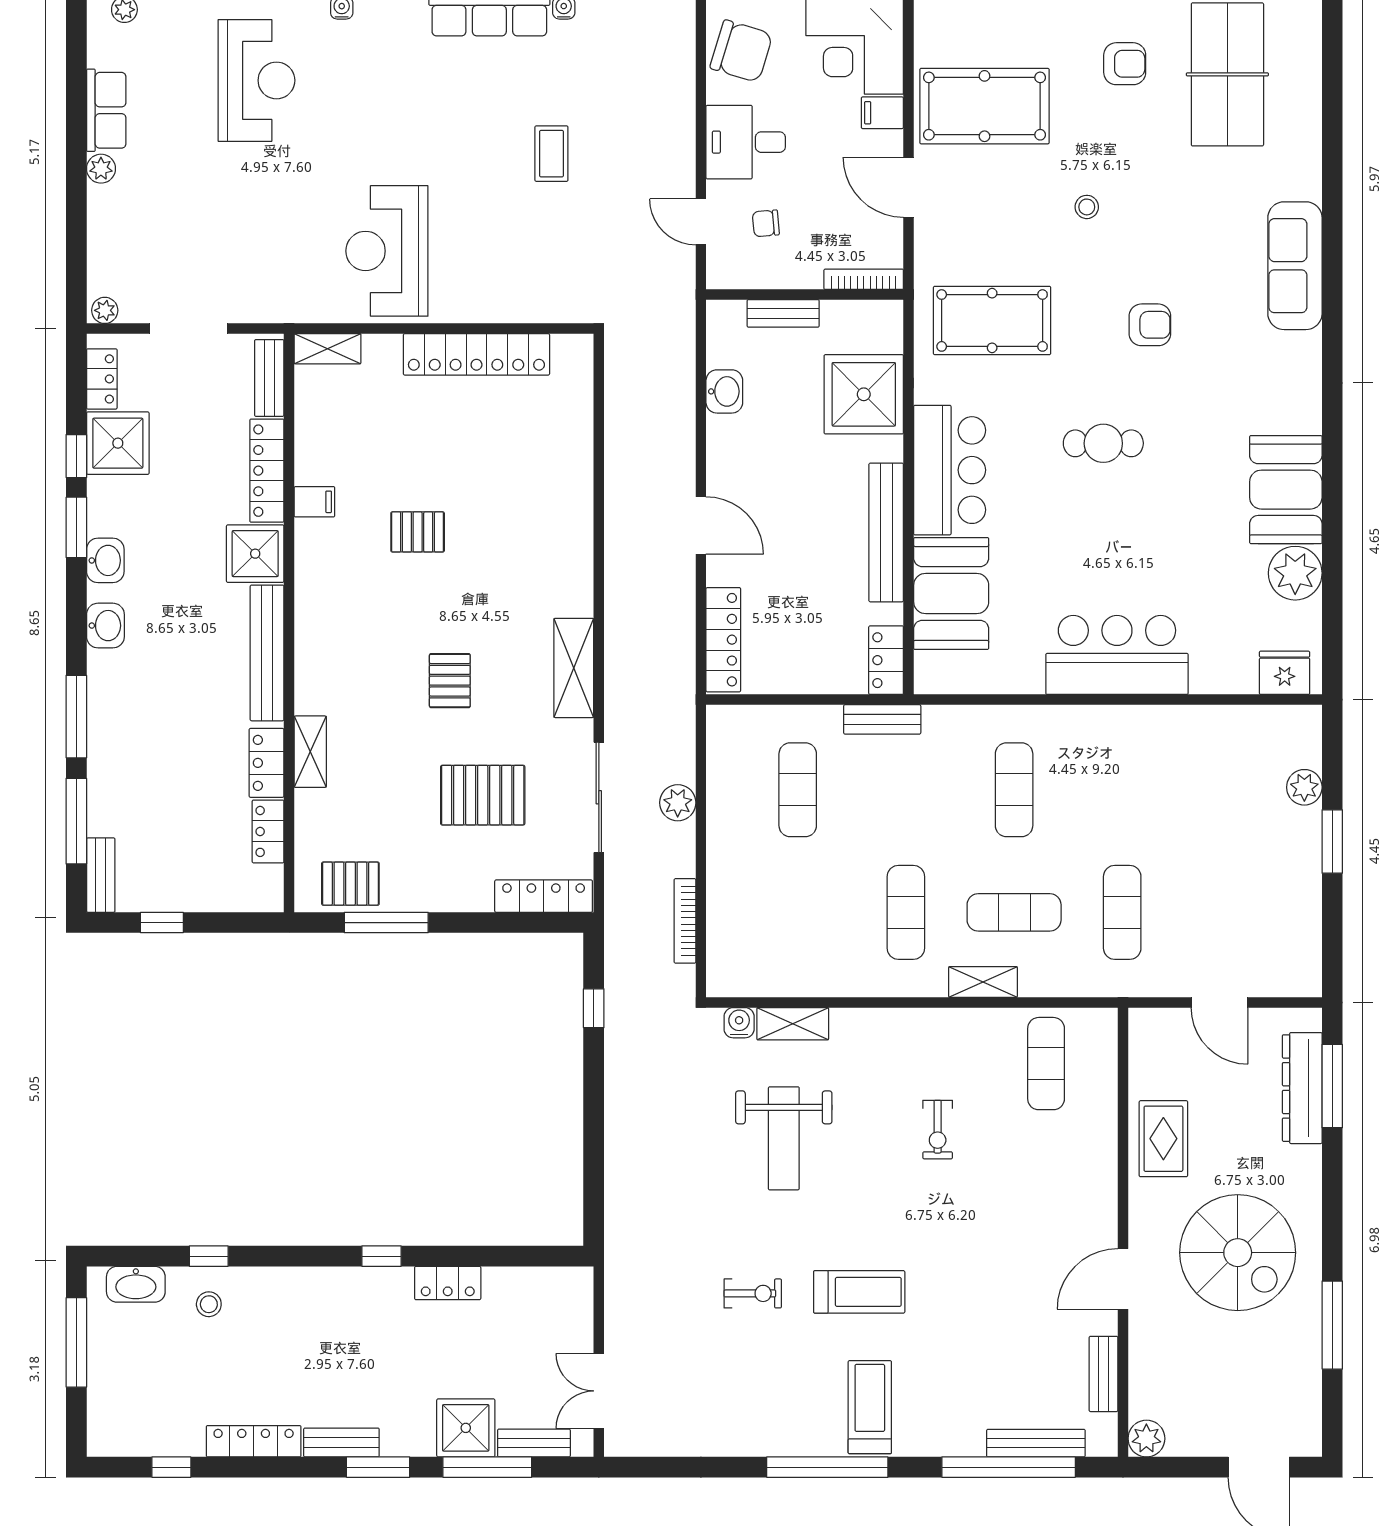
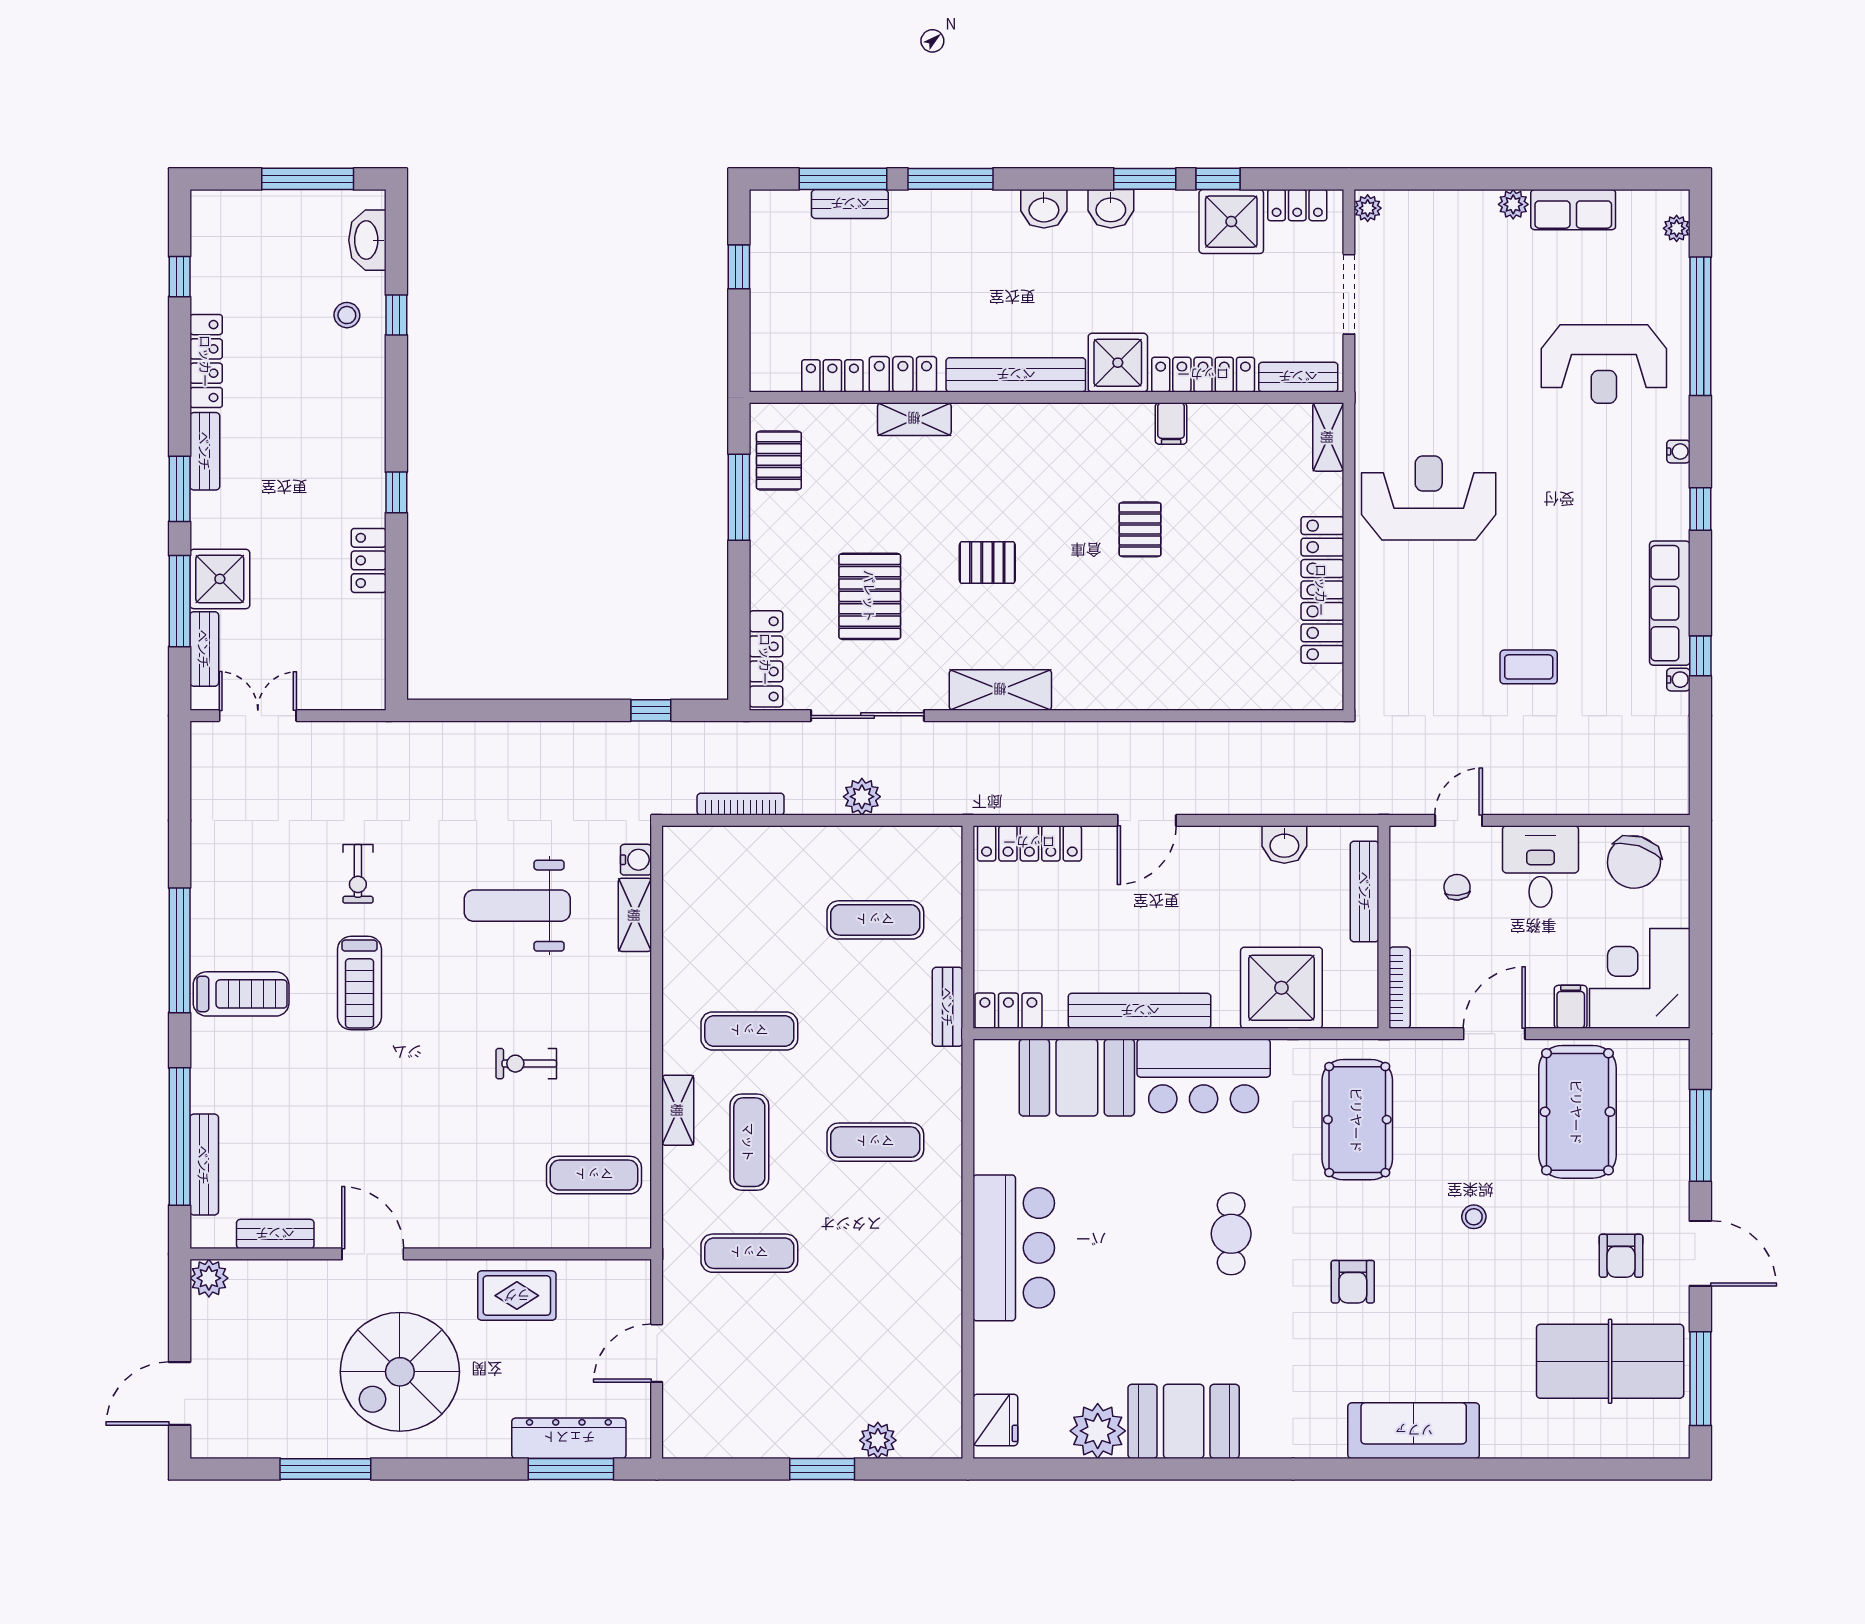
bench: (783, 313) -> (1365, 891), width x1.36
bench: (101, 875) -> (850, 204), moved

